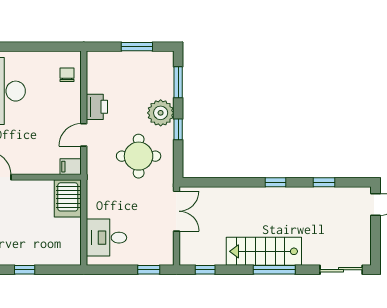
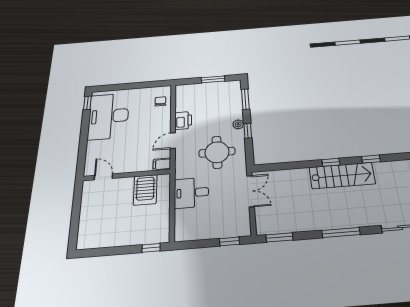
plant: (161, 113) -> (238, 124), width x0.53, depth x0.53
server rack: (68, 198) -> (145, 190), moved
desk: (106, 238) -> (191, 193), moved
stairs: (264, 251) -> (342, 176), moved, turned 180
window: (25, 270) -> (151, 248), moved
window: (205, 270) -> (279, 237), width x1.50

